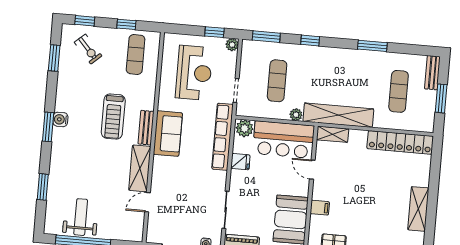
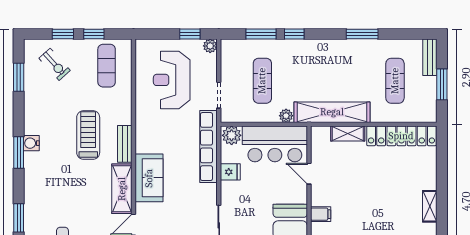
window: (85, 21) -> (63, 34), moved
window: (266, 37) -> (261, 34), moved
reception desk: (194, 73) -> (172, 80), turned 180
treadmill: (113, 117) -> (88, 135), turned 180
sofa: (168, 134) -> (149, 178), moved
shelving: (333, 134) -> (348, 133), moved
shelving: (418, 209) -> (430, 206), width x0.67, depth x0.75

